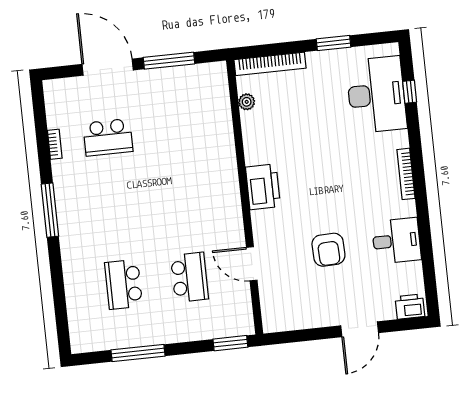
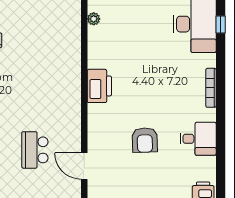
door: (252, 264) -> (84, 166), moved
school desk: (189, 277) -> (35, 150), turned 180

